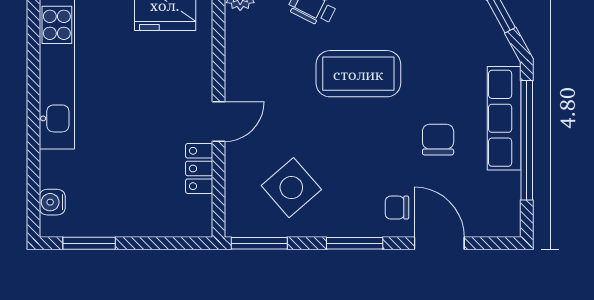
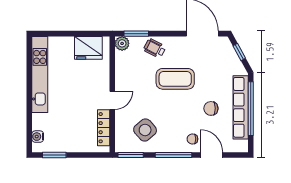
row of seats: (504, 118) -> (241, 107), width x1.36
chair: (438, 140) -> (211, 108), turned -90
locker: (199, 168) -> (104, 128), width x1.53
window: (355, 243) -> (173, 155), width x1.44

